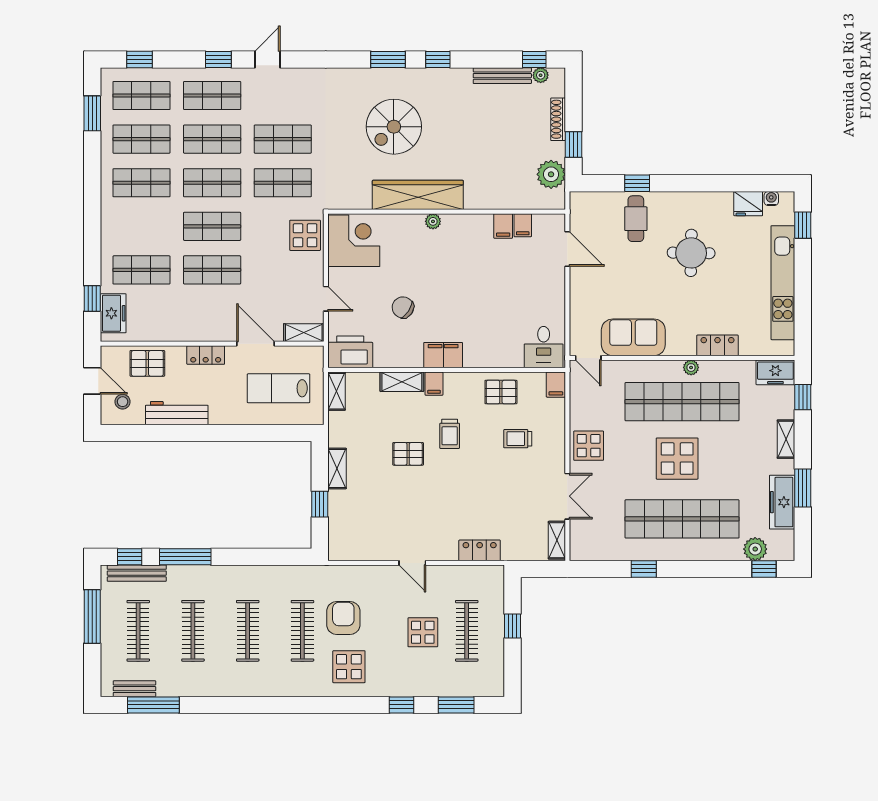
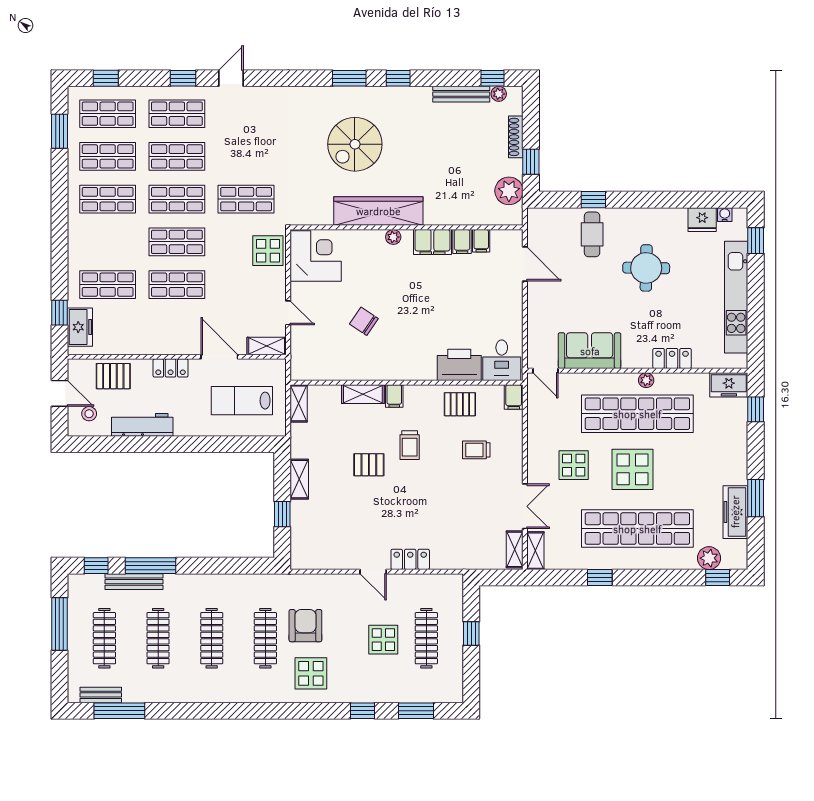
shop shelf: (283, 139) -> (246, 156), removed
printer: (350, 352) -> (459, 365), moved
filing cabinet: (443, 355) -> (432, 242), moved, turned 180
shelving: (786, 439) -> (535, 551), moved
display table: (589, 446) -> (574, 465), moved
locker: (480, 550) -> (410, 559), moved
bench: (137, 573) -> (134, 582), moved

